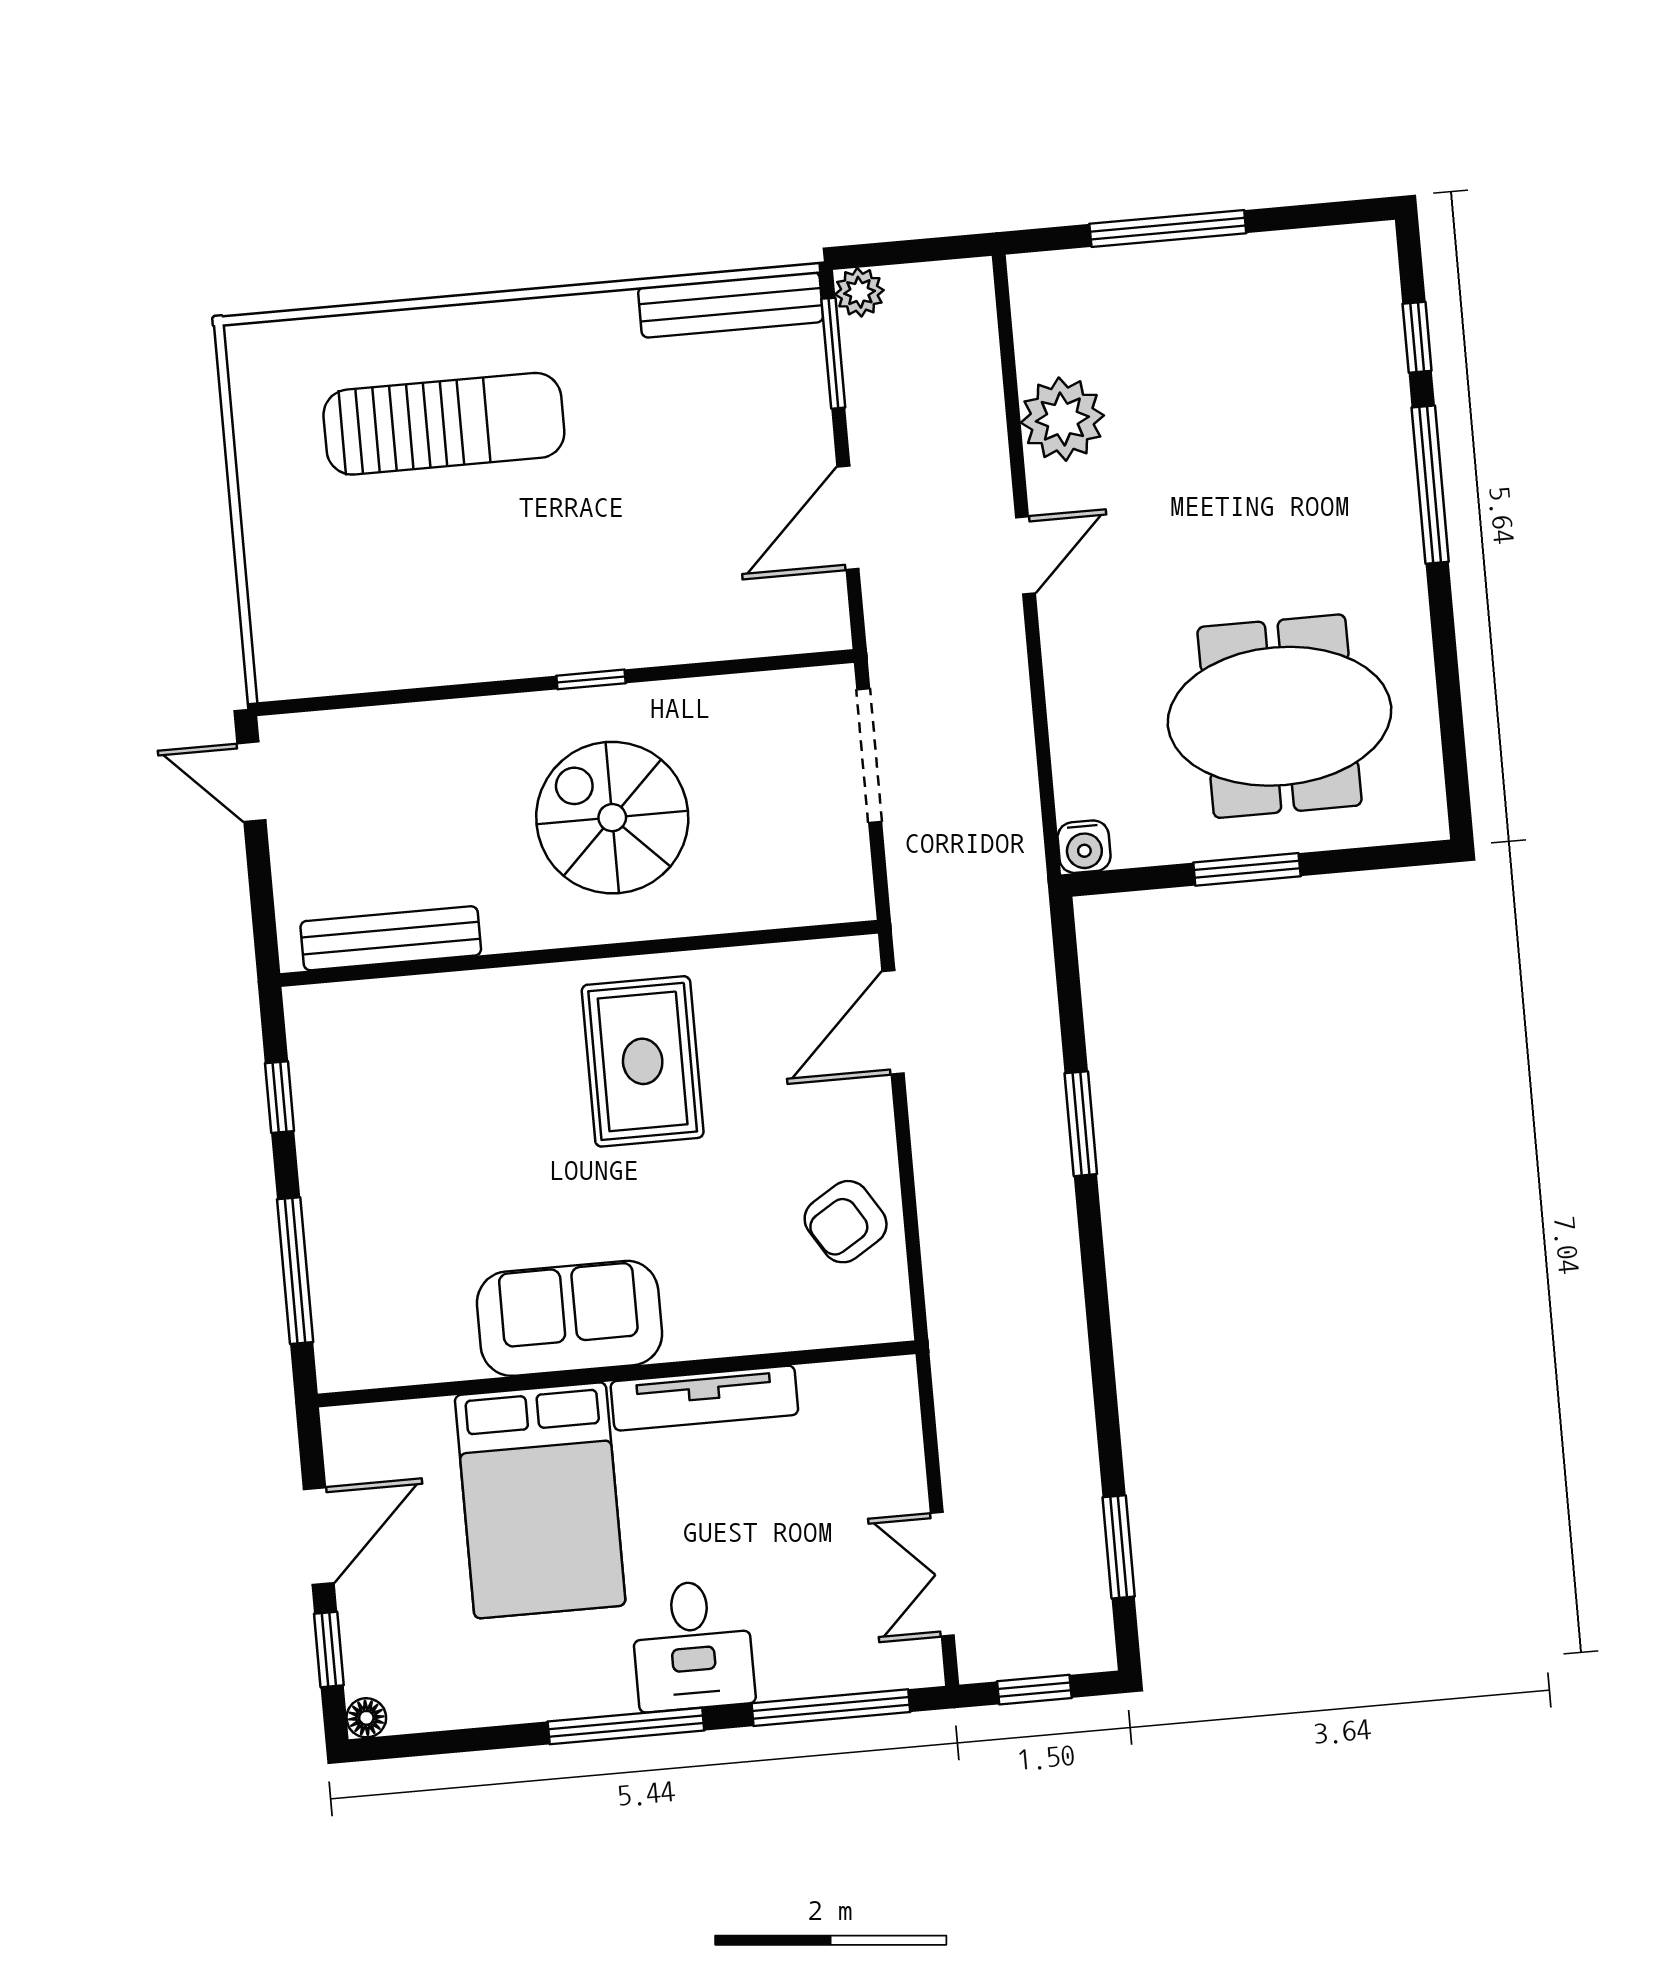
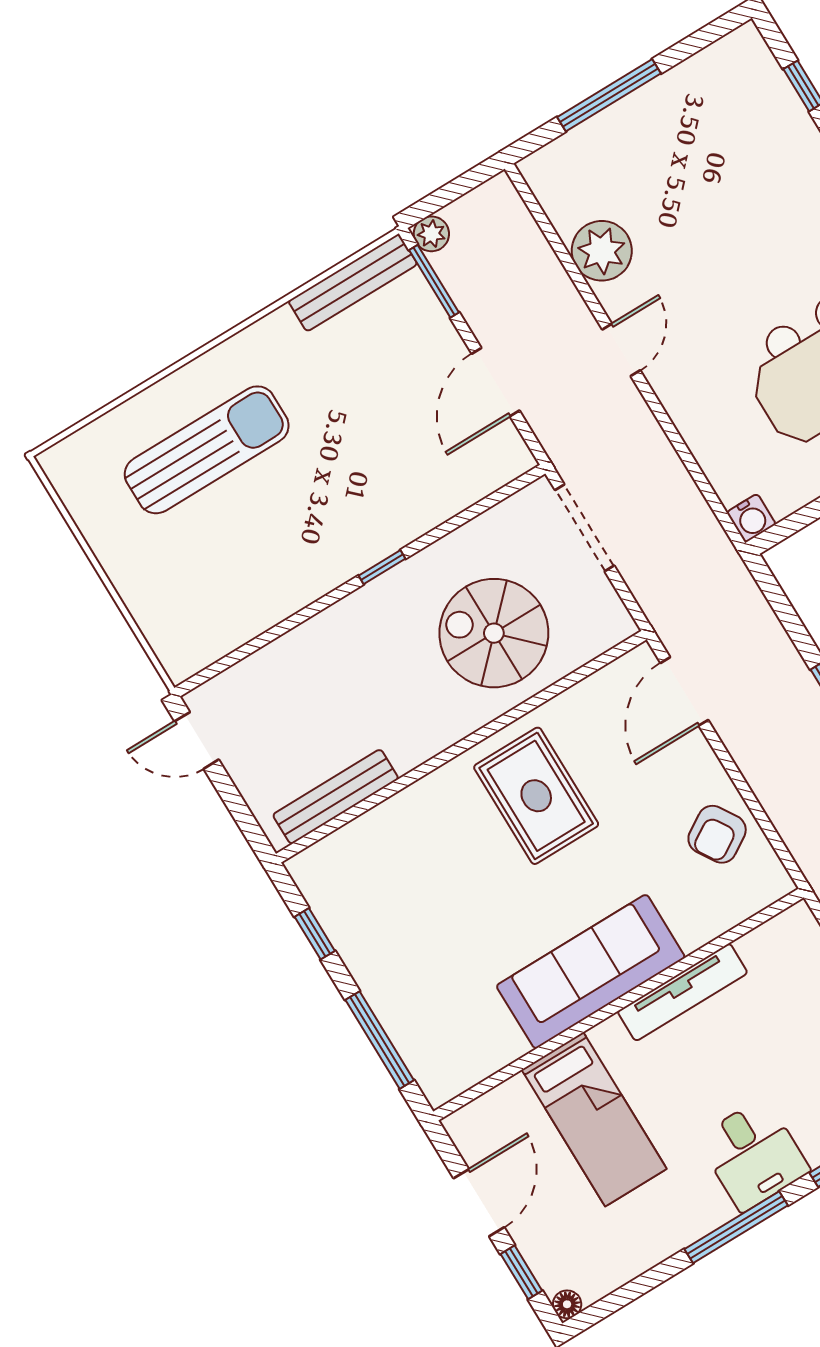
spiral stairs: (612, 818) -> (494, 633), moved
sofa: (569, 1318) -> (591, 972), width x1.36
bed: (540, 1500) -> (594, 1119), width x0.67

